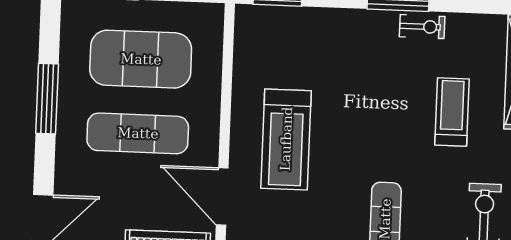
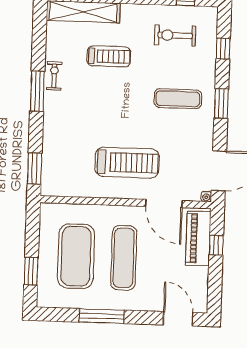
treadmill: (452, 112) -> (109, 56), turned 180
door: (222, 197) -> (164, 203), hinge flipped

